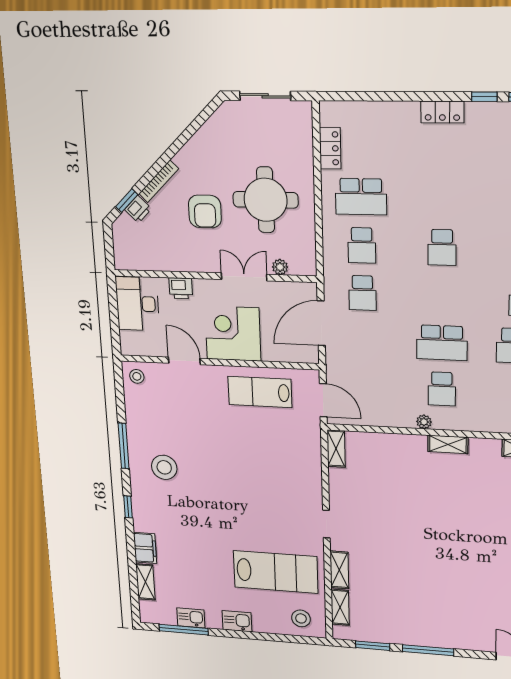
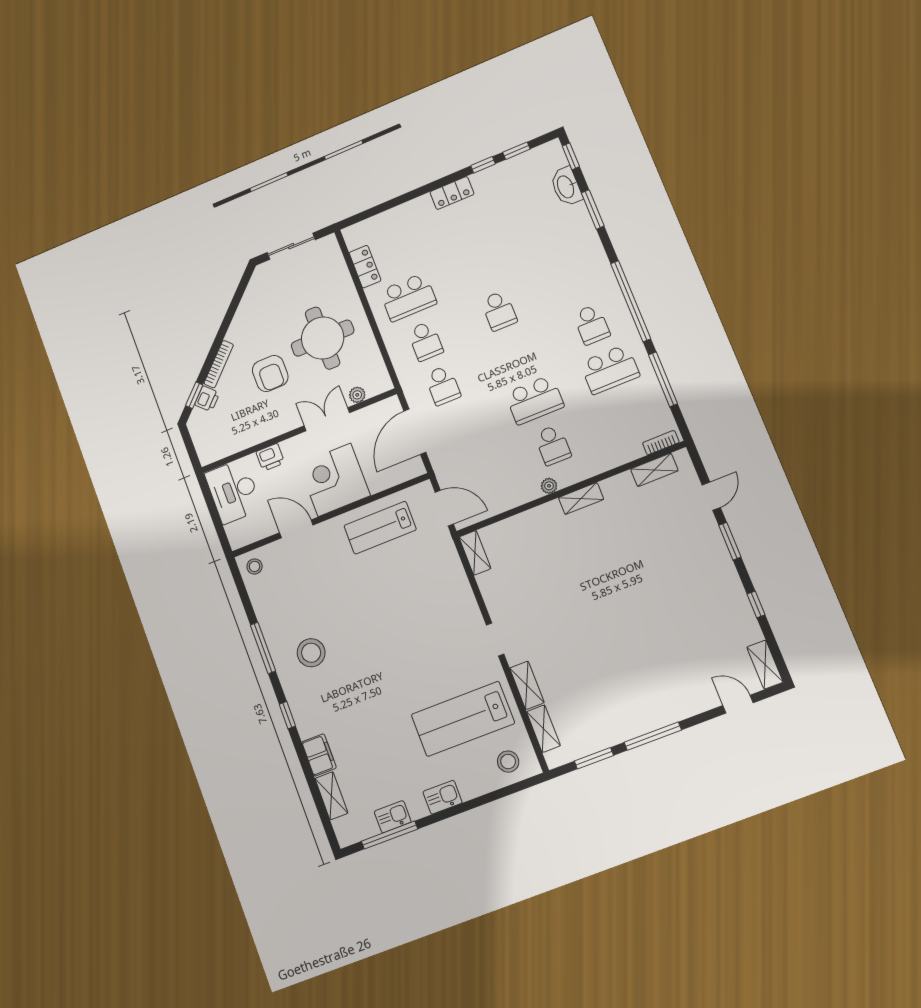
lab bench: (276, 572) -> (463, 719), turned 180

